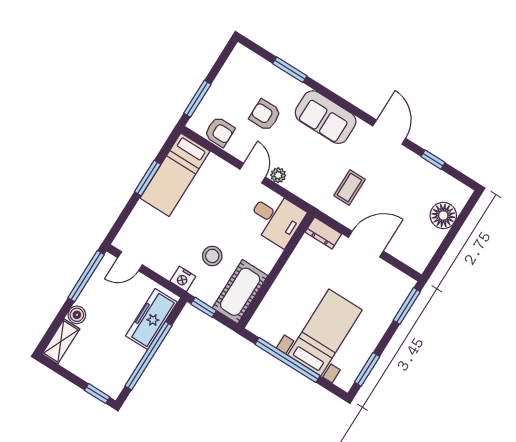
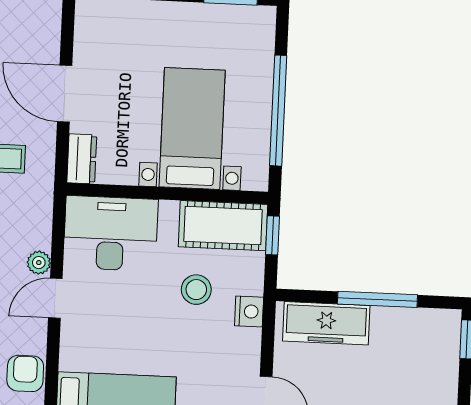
desk: (276, 218) -> (111, 233), width x1.37
window: (204, 307) -> (273, 235), moved
bed with nightstands: (325, 333) -> (192, 129), moved, turned 90
window: (148, 356) -> (377, 299), width x0.68

